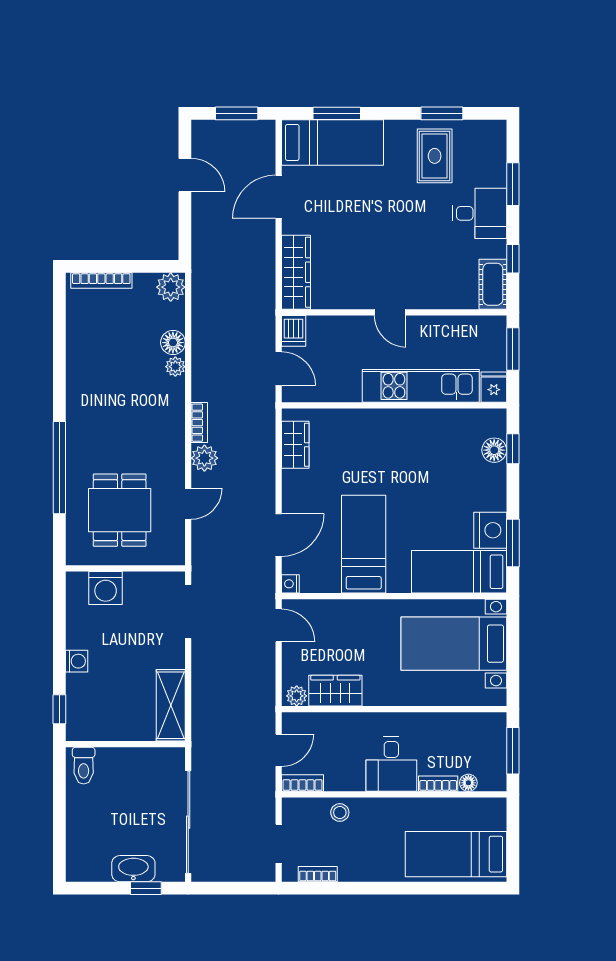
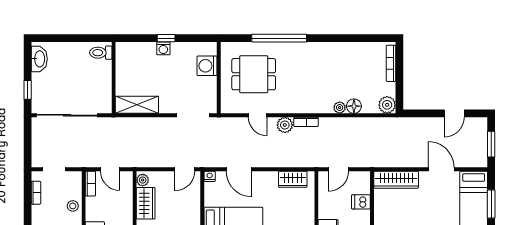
dishwasher: (294, 331) -> (361, 202), moved
window: (59, 709) -> (166, 38), moved
washbasin: (133, 869) -> (39, 59), moved

